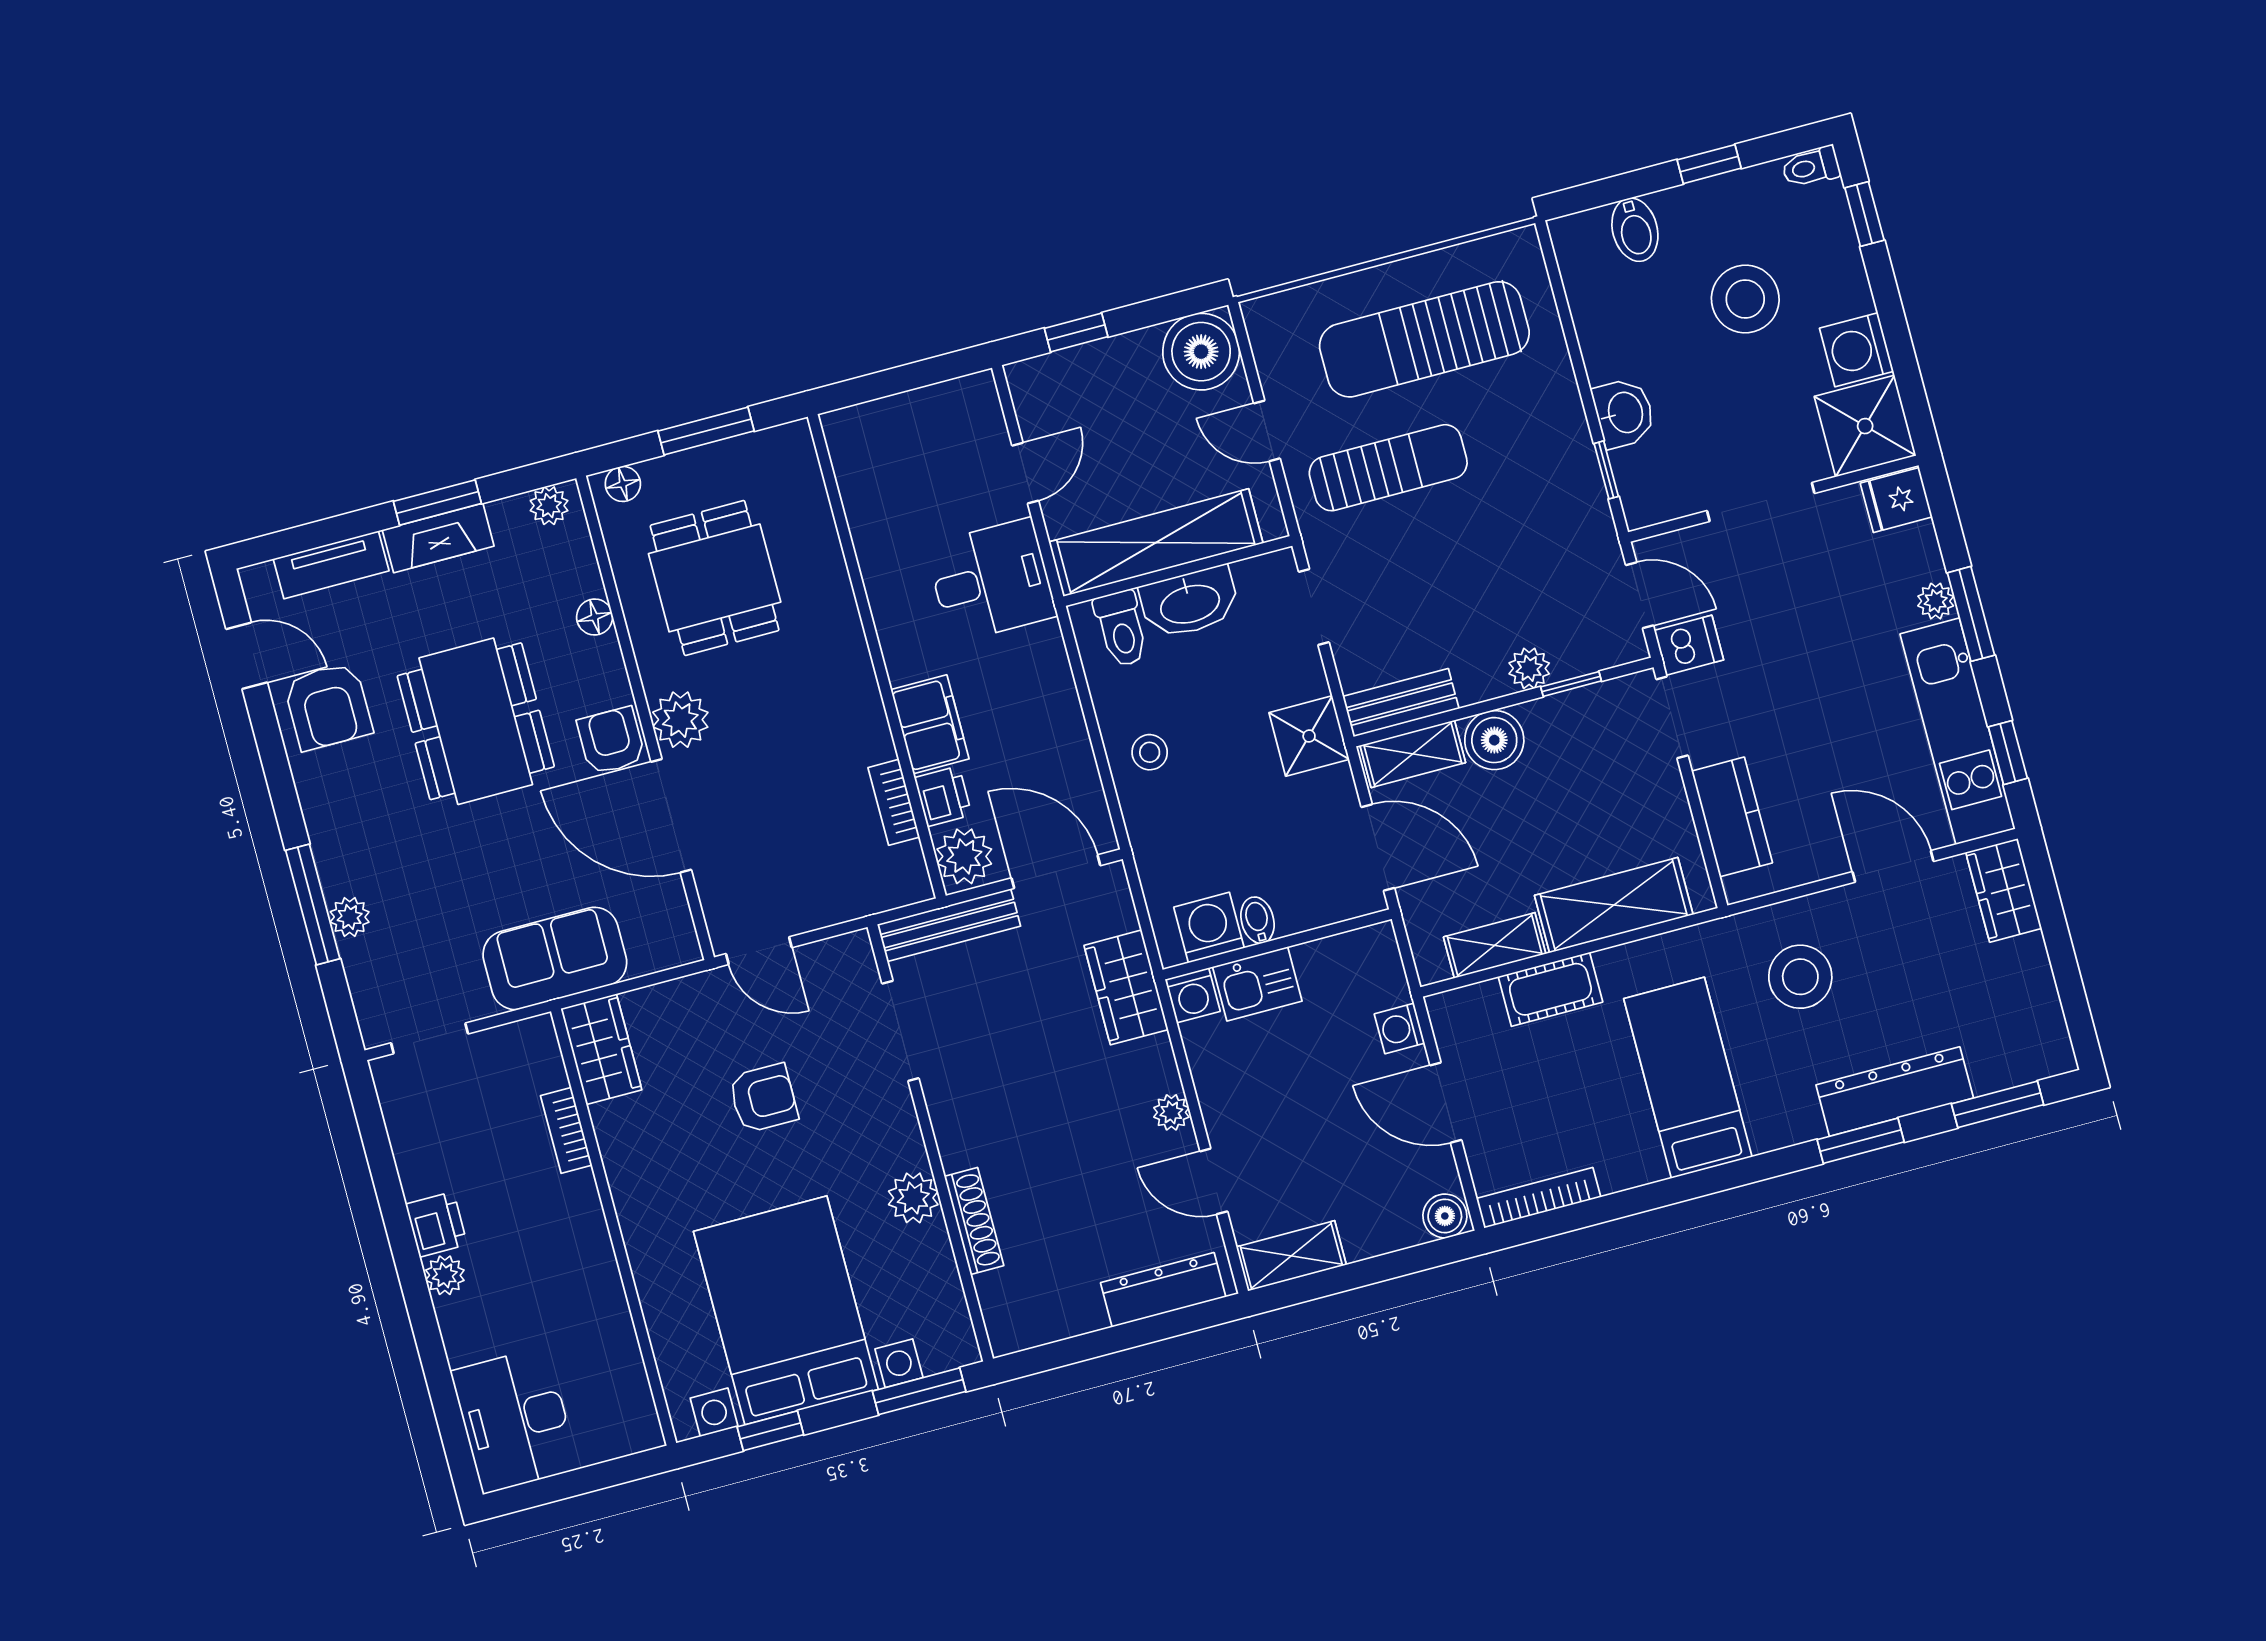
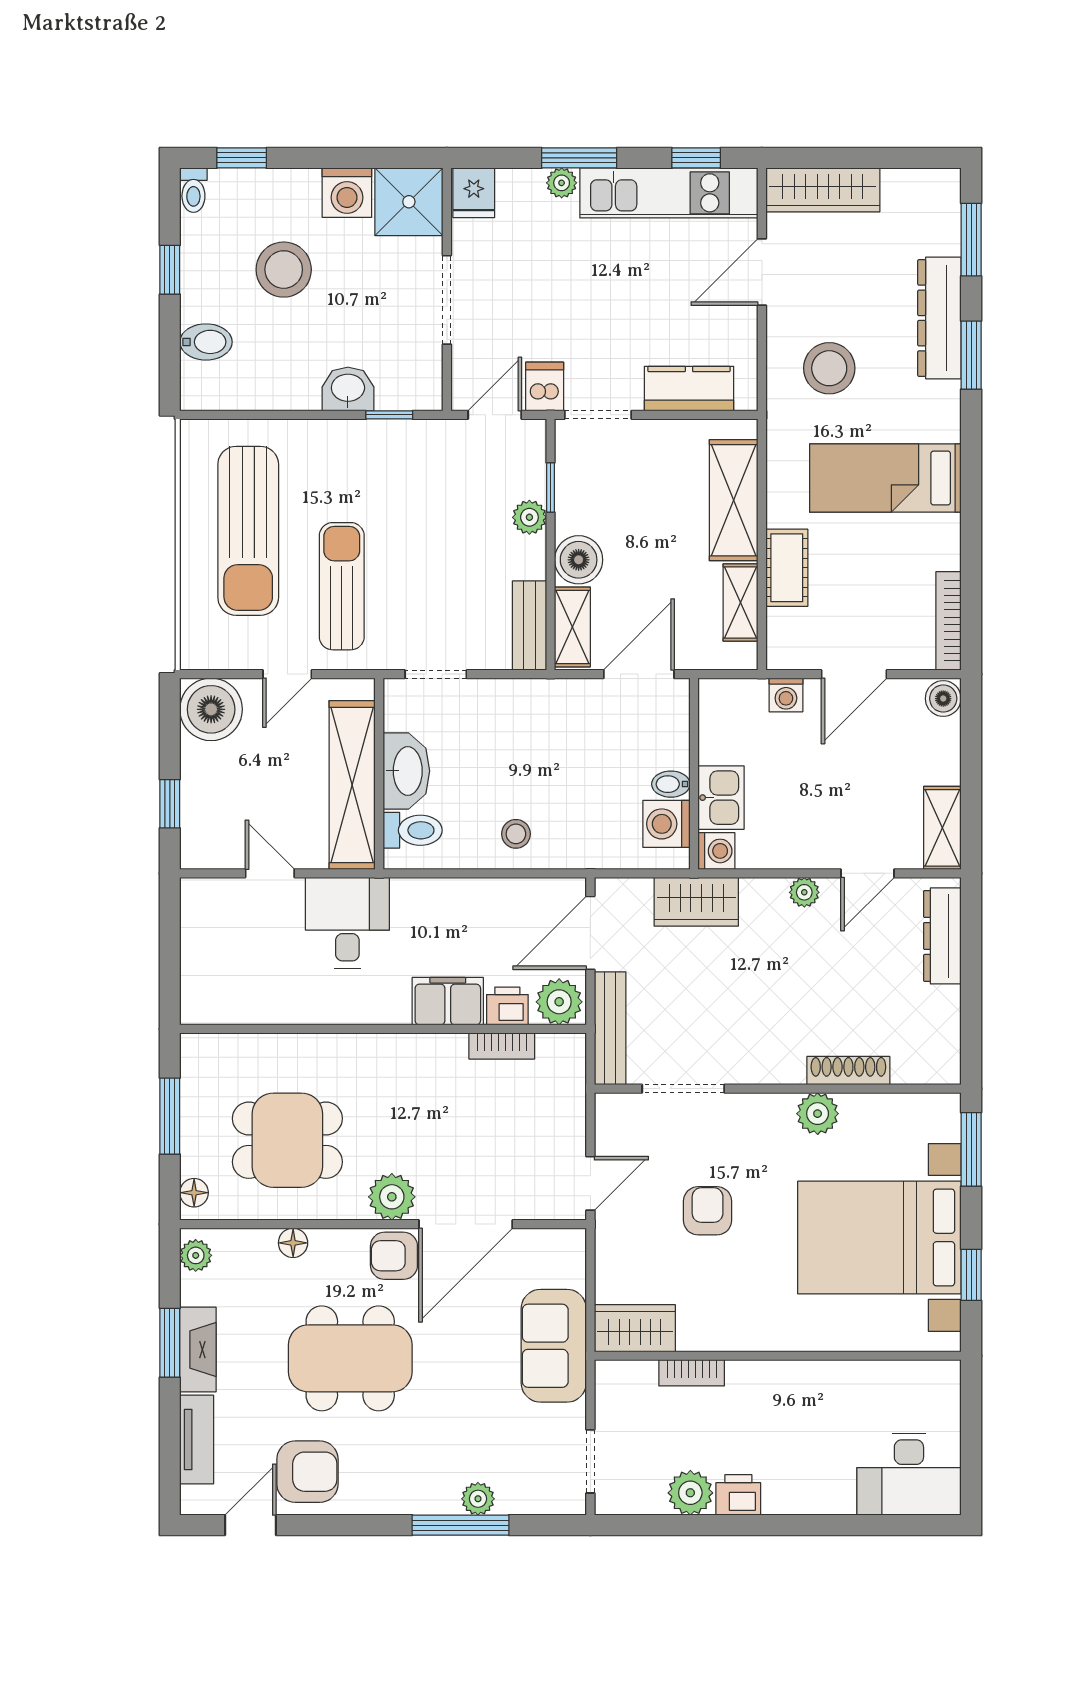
shower: (1309, 736) -> (537, 705), removed
wardrobe: (2004, 890) -> (823, 190), width x1.50
plant: (445, 1275) -> (690, 1493), moved, width x1.38, depth x1.38

